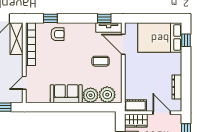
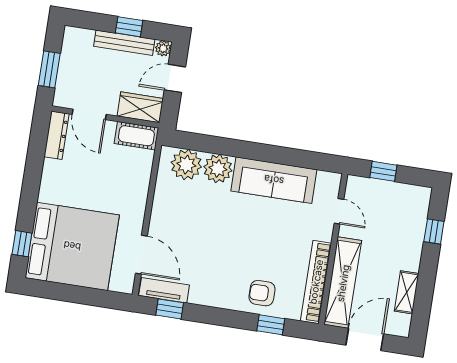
bed: (160, 38) -> (72, 246), width x1.36
shelving: (17, 39) -> (343, 283), width x1.47
coffee table: (101, 61) -> (189, 230), removed
door: (24, 83) -> (339, 211), hinge flipped
dresser: (177, 87) -> (57, 135), moved
sofa: (66, 94) -> (274, 180), width x1.36

